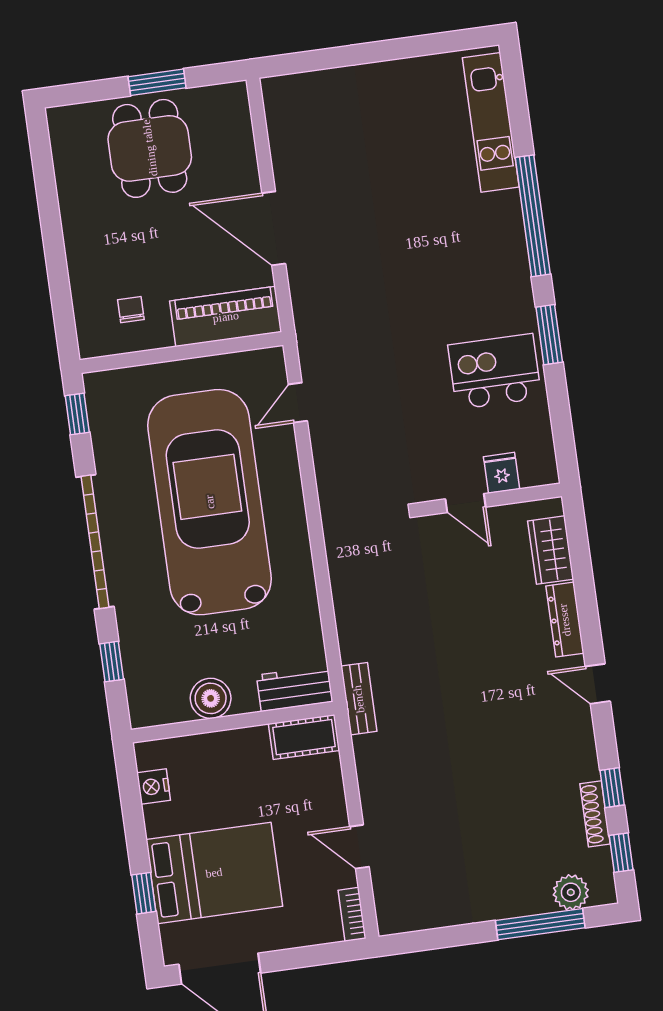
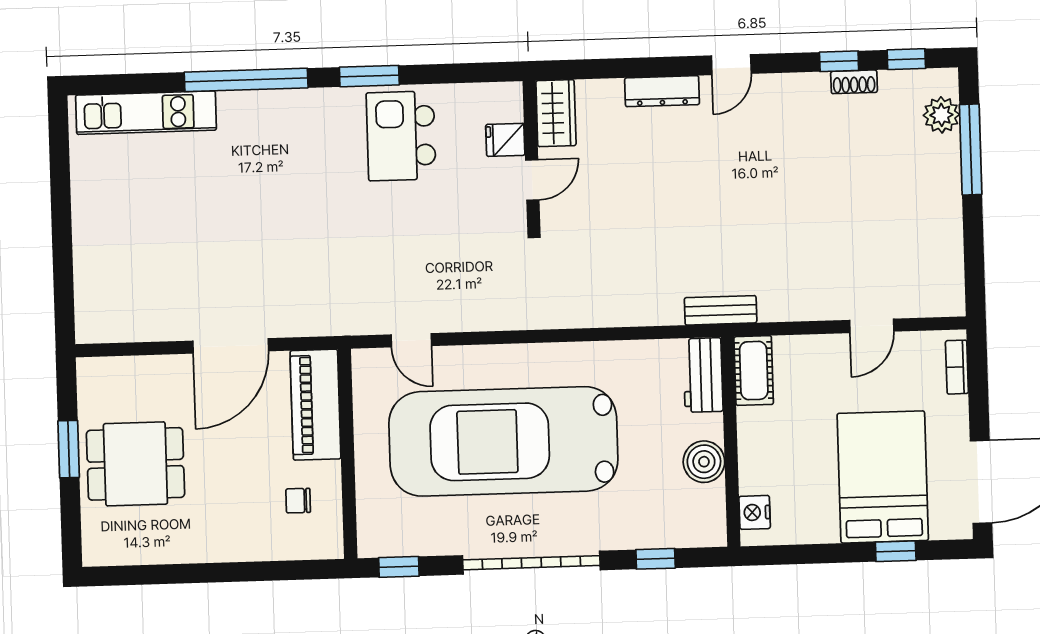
wardrobe: (551, 550) -> (556, 113), moved, turned -90
nightstand: (154, 787) -> (755, 512), moved, turned 90
shoe rack: (595, 814) -> (854, 82), width x0.70
bookcase: (352, 914) -> (957, 367), moved, turned 90

